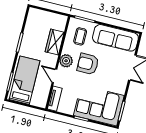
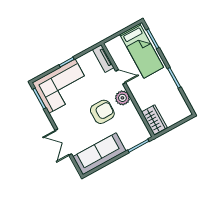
coffee table: (80, 36) -> (129, 128), removed
wardrobe: (55, 42) -> (154, 120), moved

